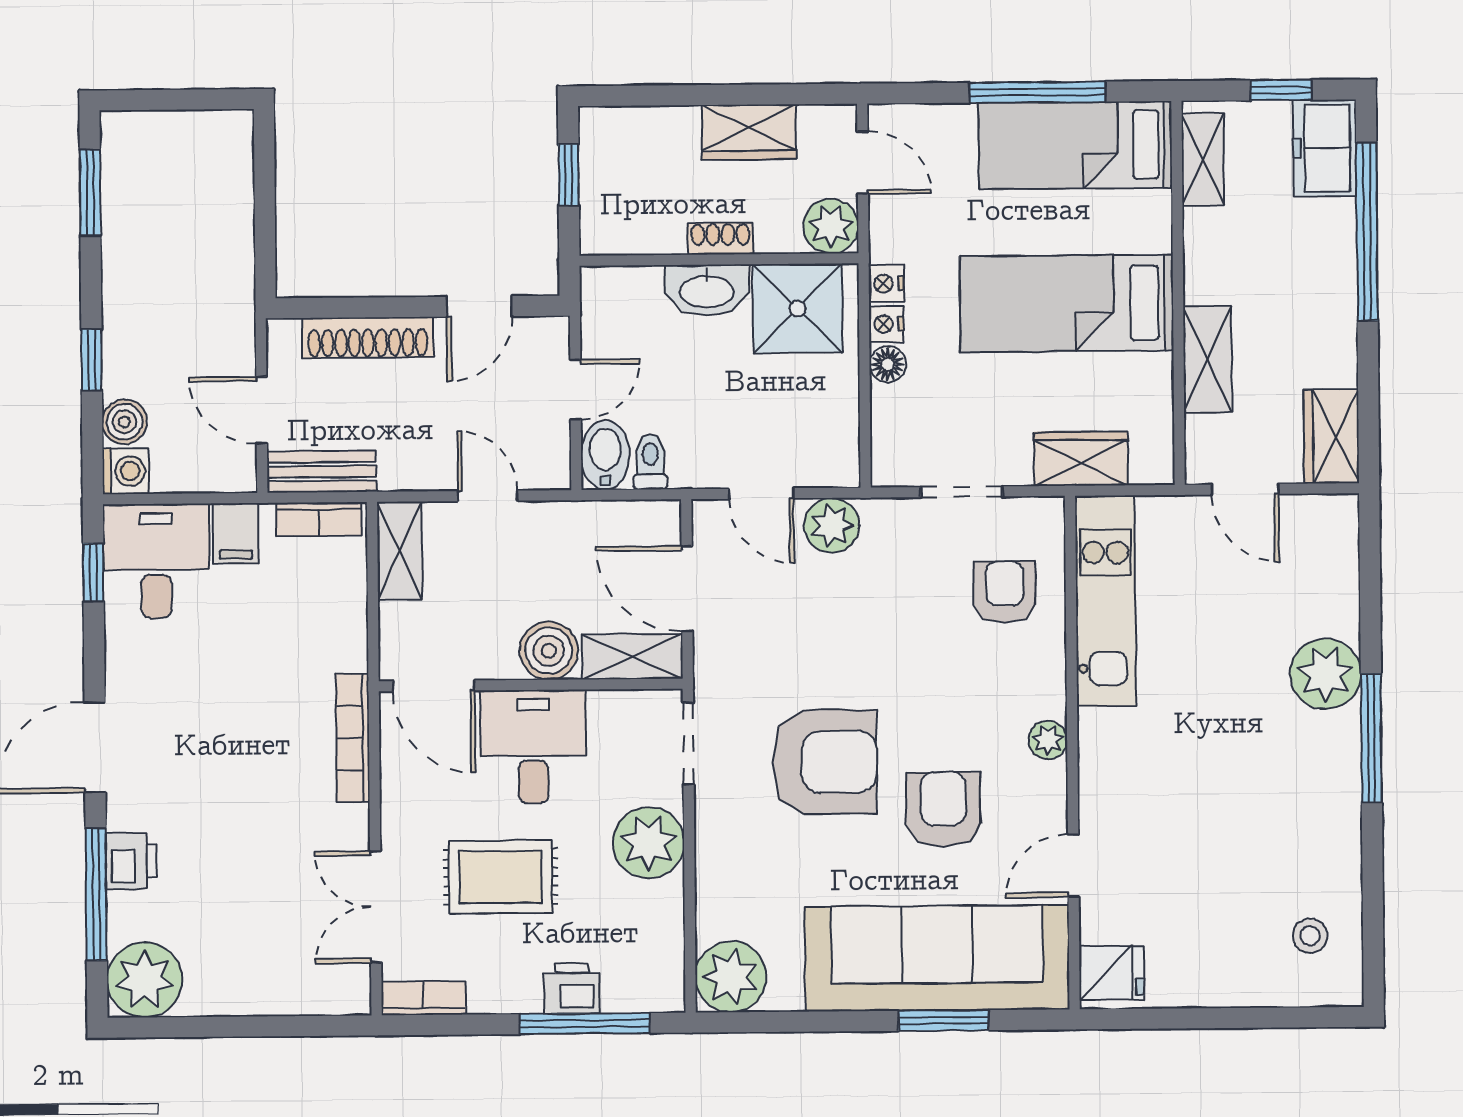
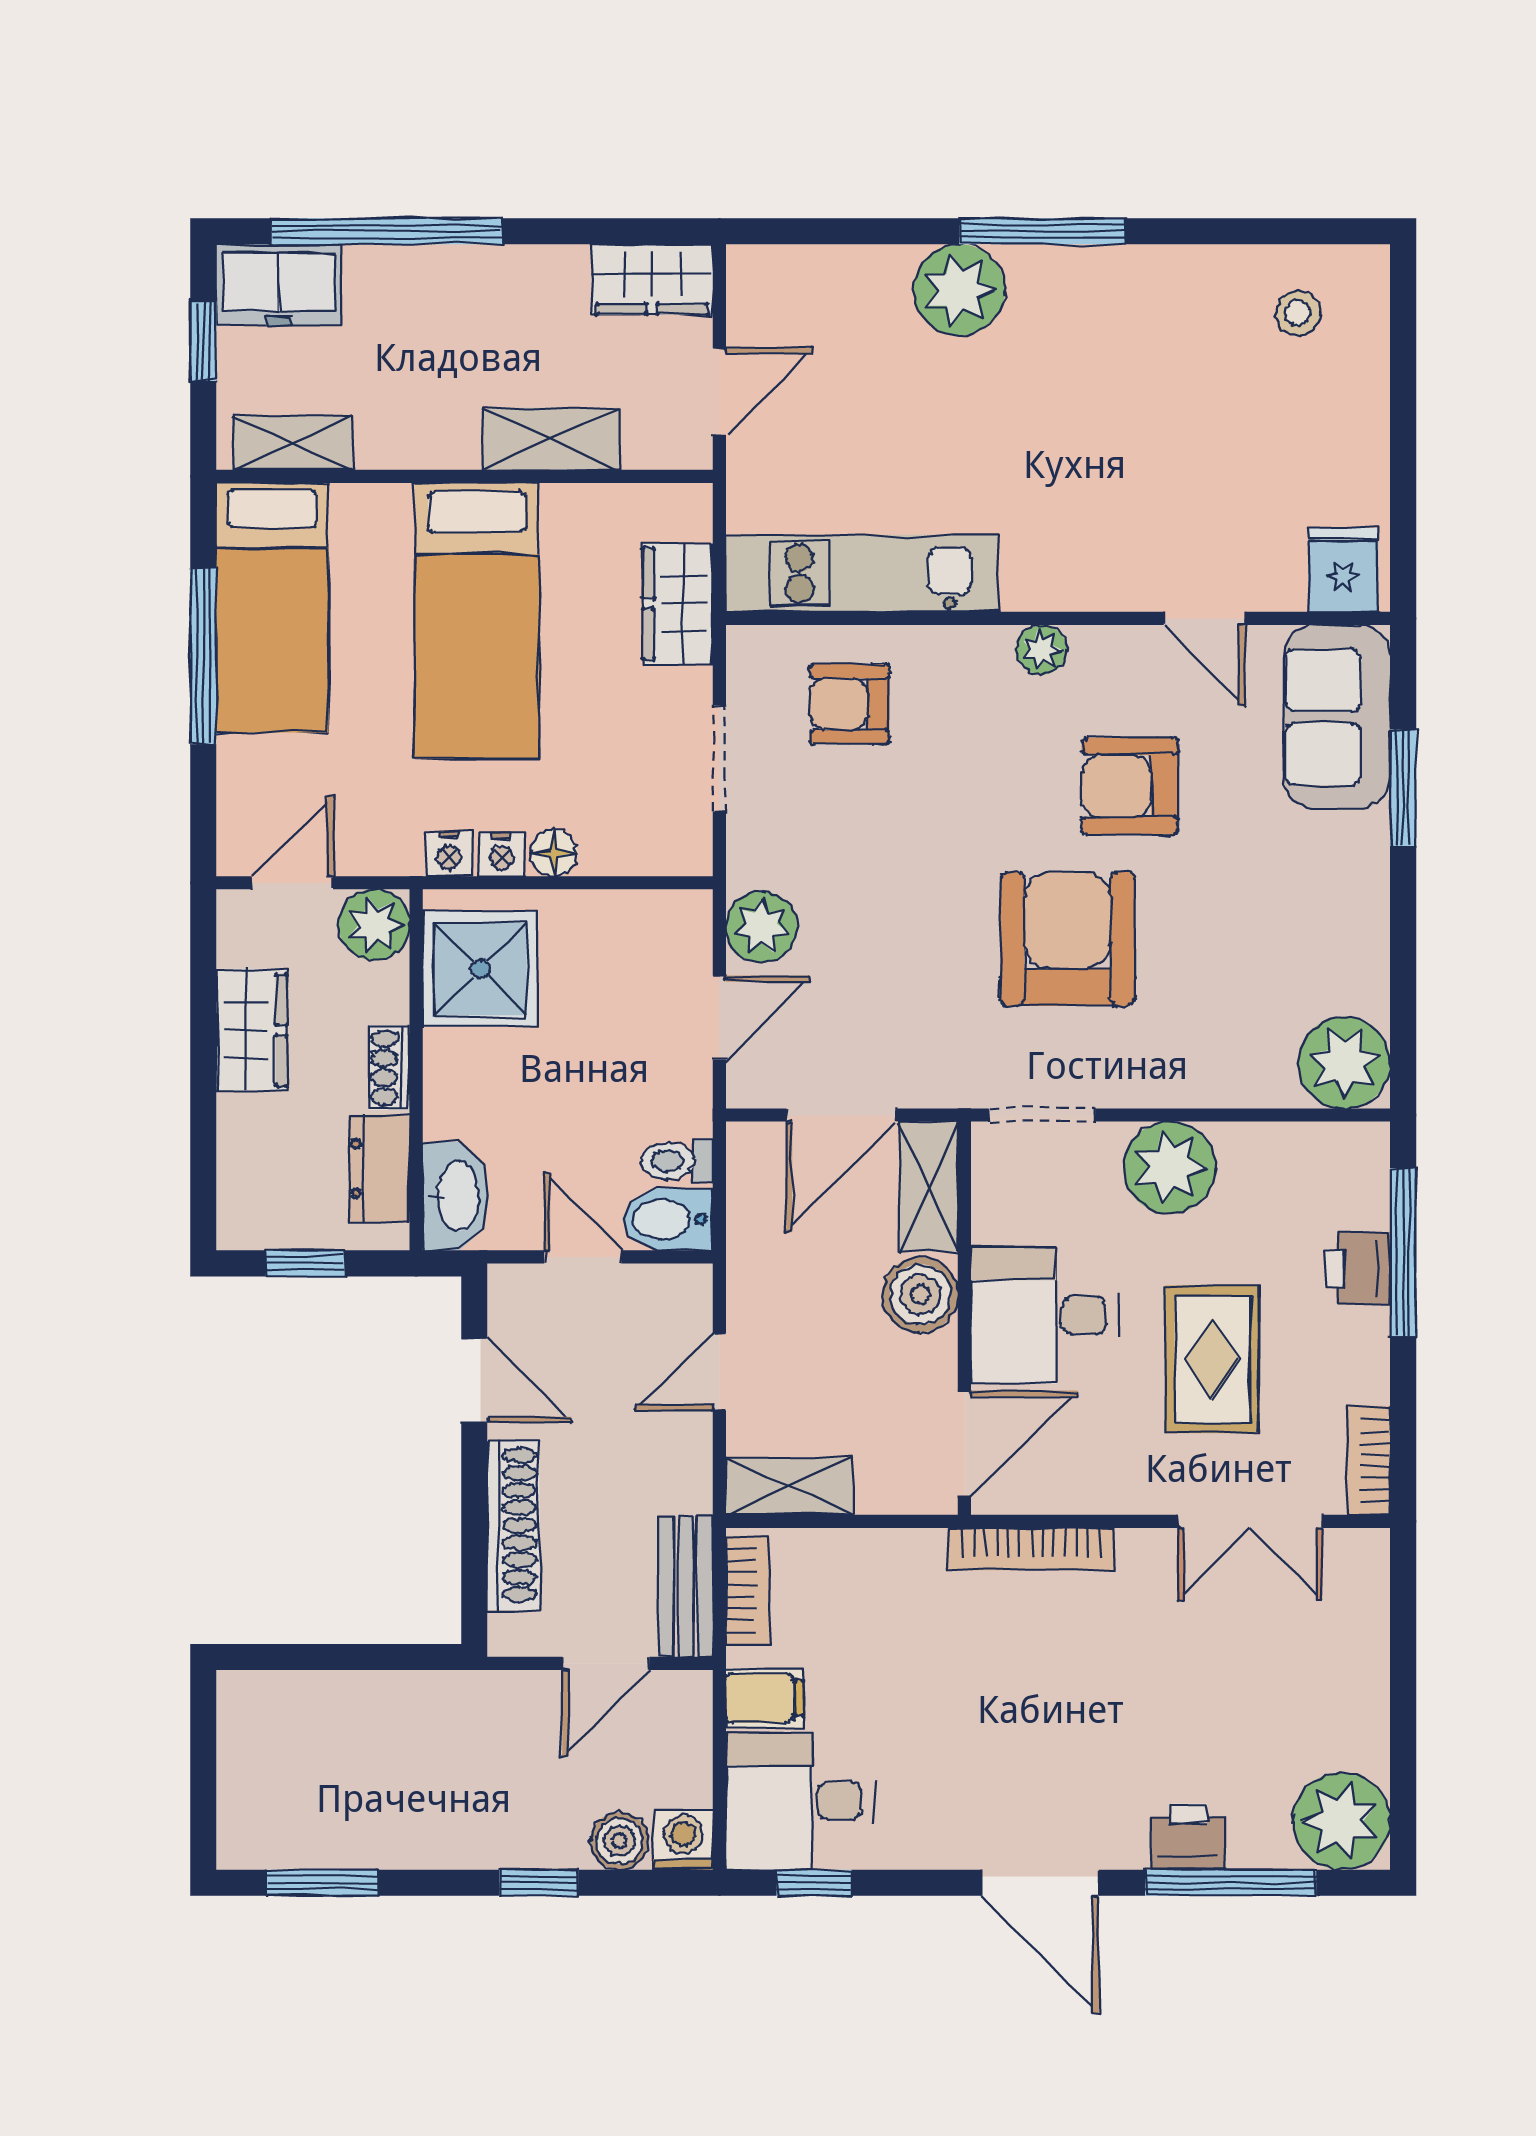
dresser: (642, 232) -> (380, 1169), added
washbasin: (707, 290) -> (456, 1196), moved
sofa: (937, 958) -> (1337, 717), width x0.54, depth x0.79

